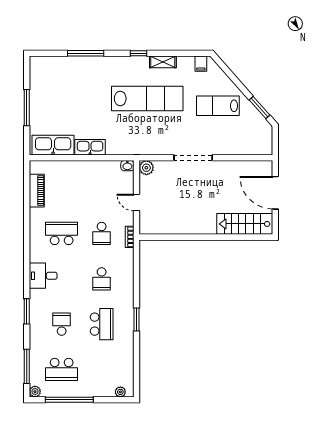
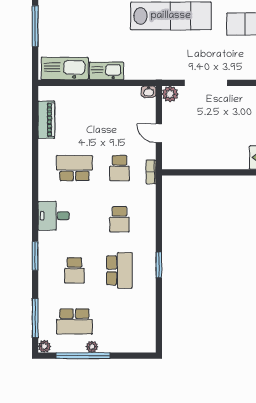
doorway: (193, 158) -> (206, 83), moved
school desk: (62, 324) -> (74, 270), turned 180
plant: (120, 392) -> (92, 347), moved

